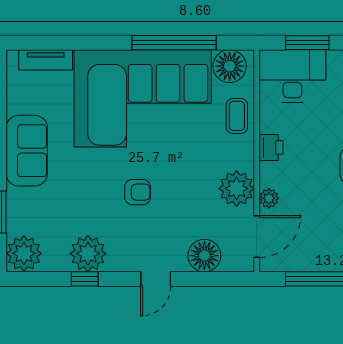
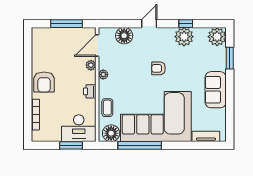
plant: (237, 188) -> (103, 75), width x0.53, depth x0.53

